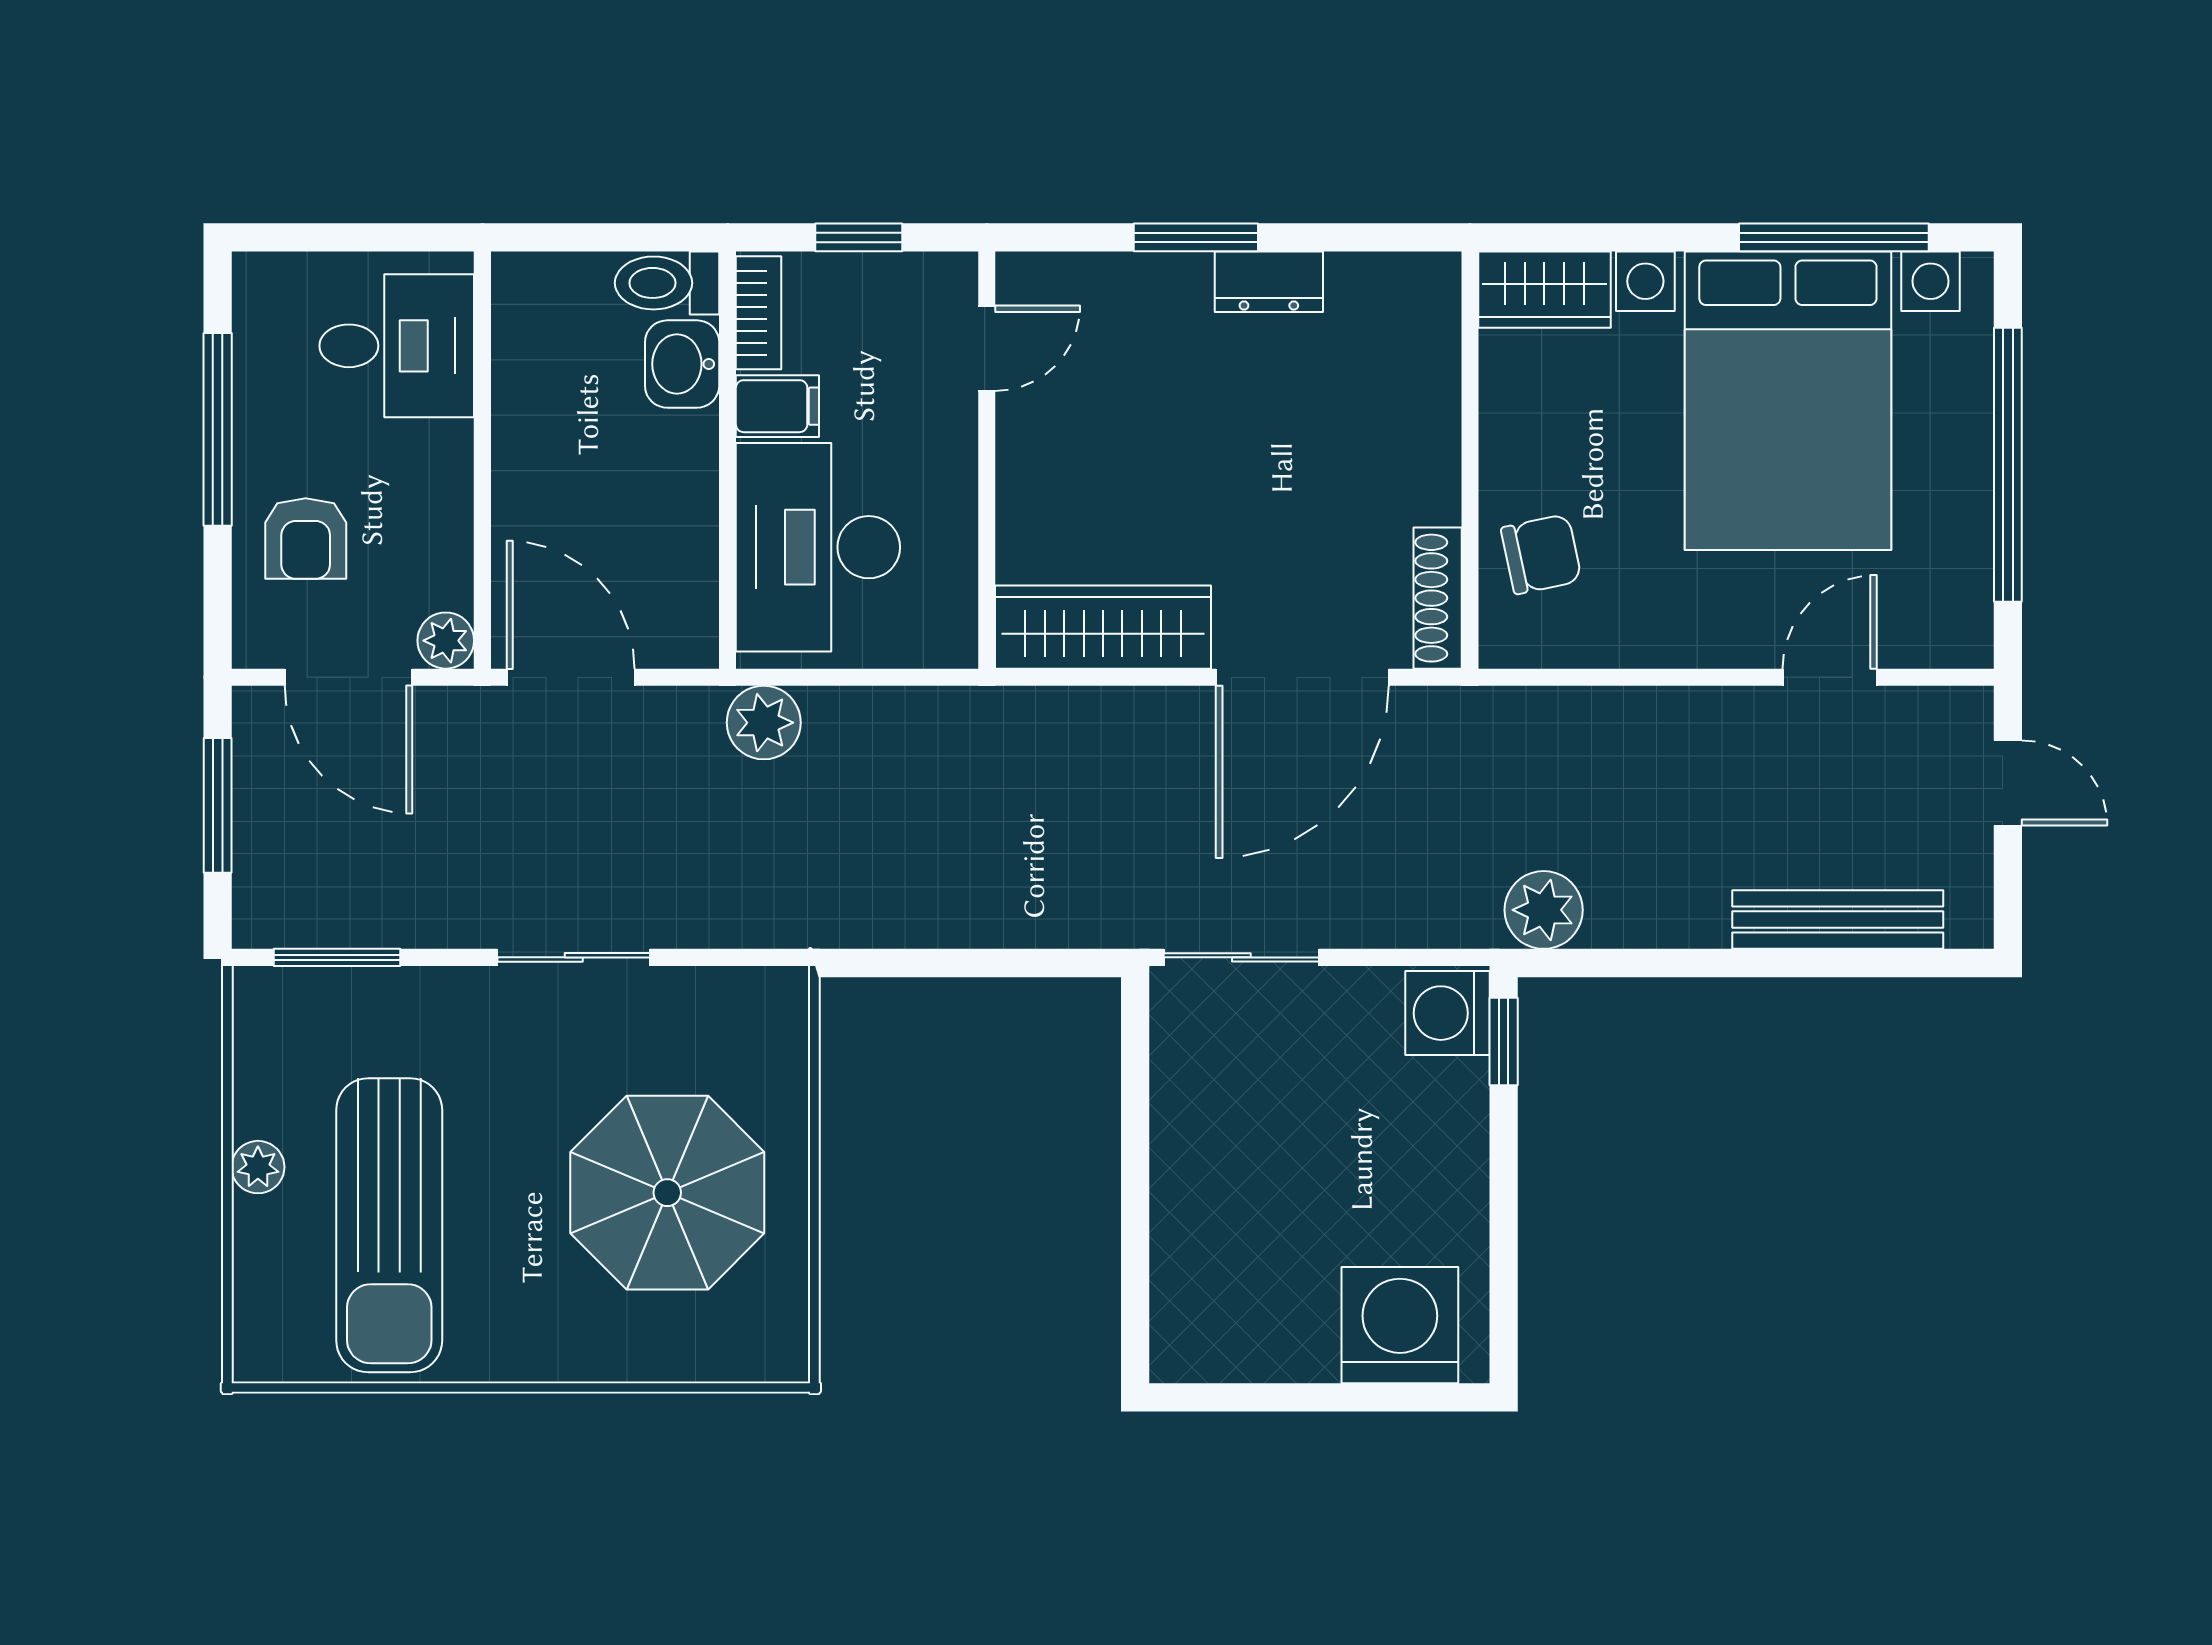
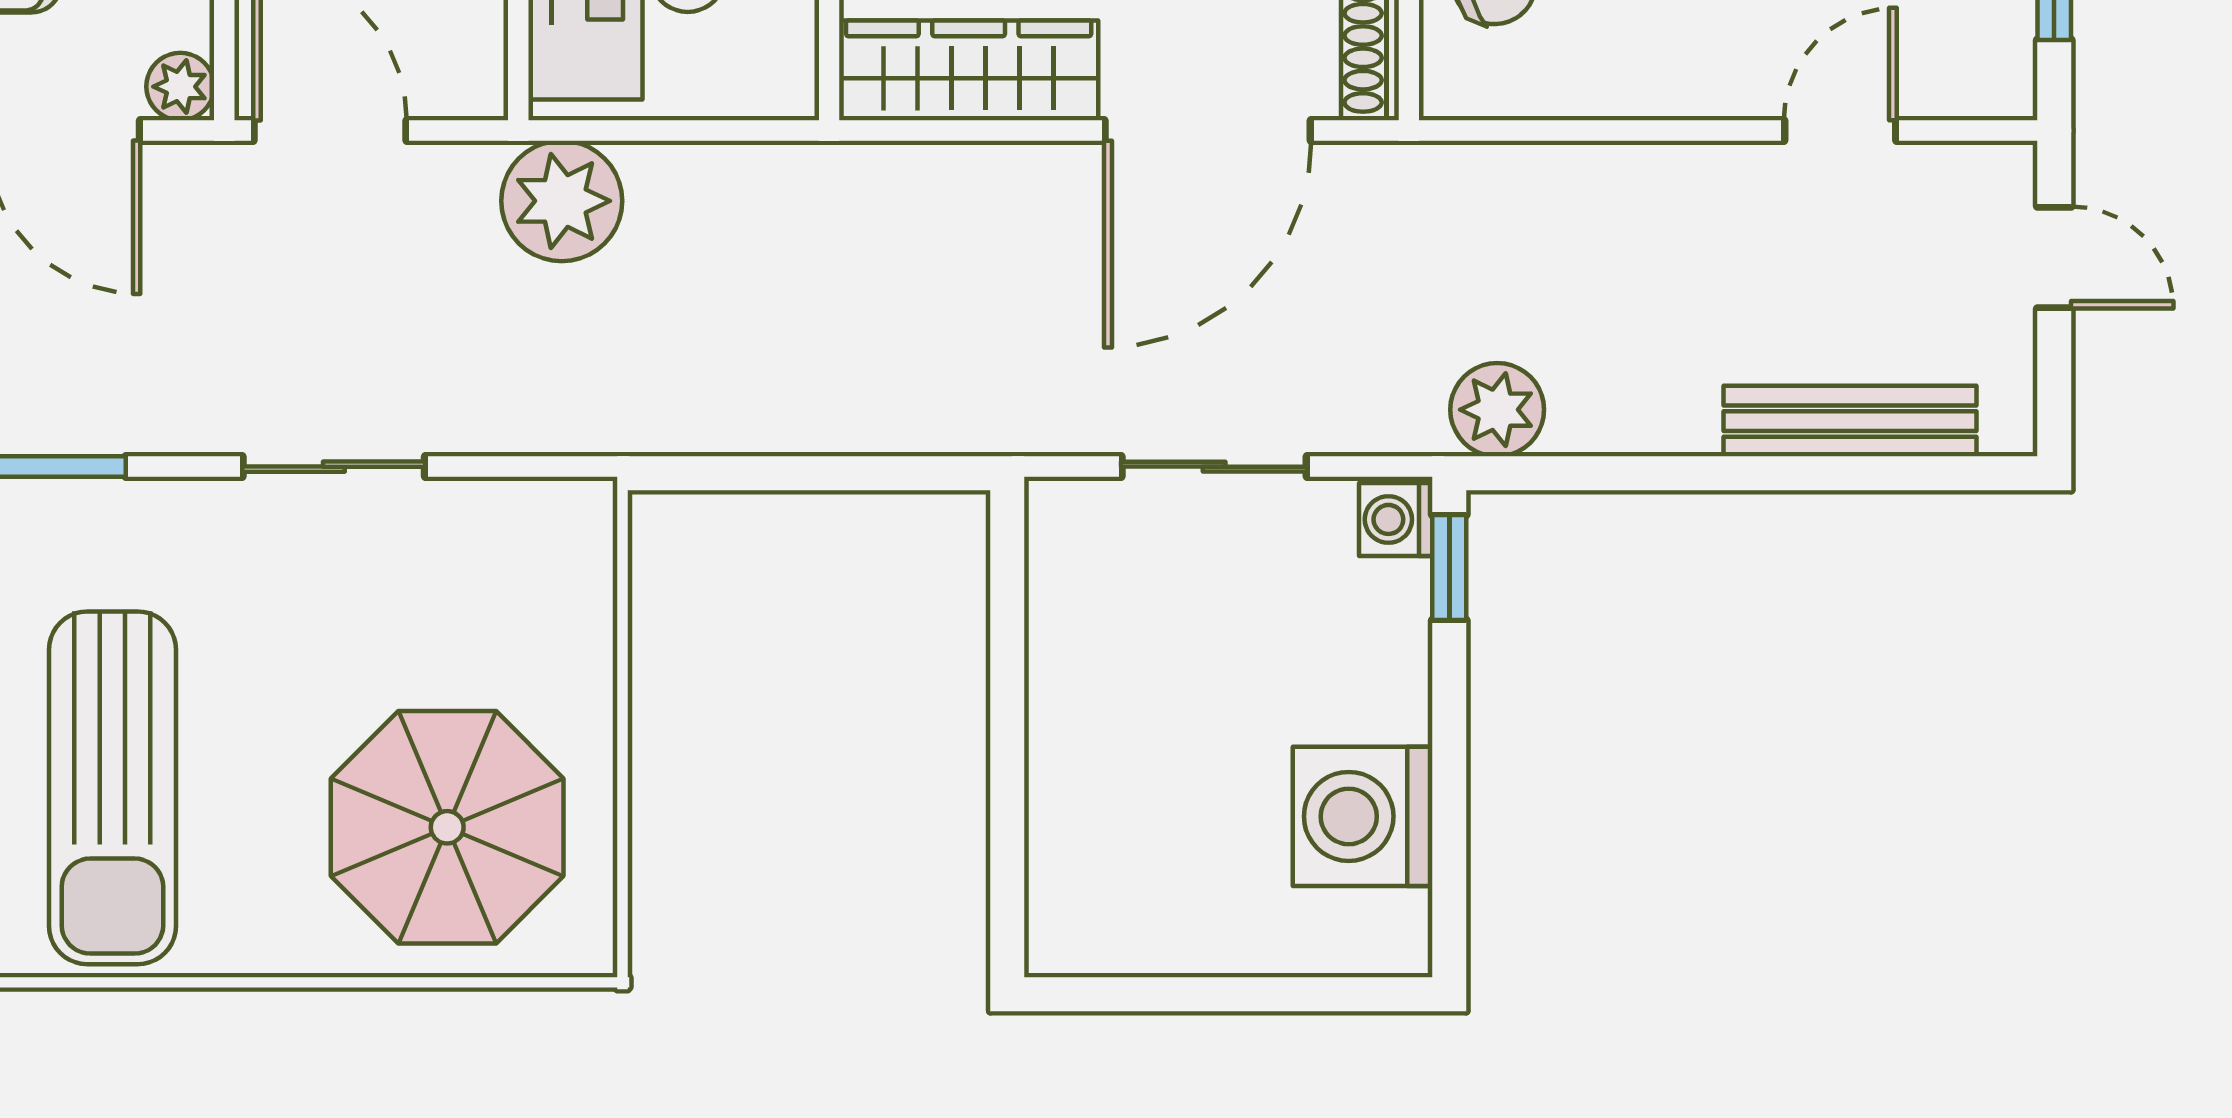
plant: (764, 723) -> (562, 201), width x1.36, depth x1.36
sliding door: (1241, 957) -> (1214, 467), moved
washing machine: (1447, 1013) -> (1396, 519), width x0.73, depth x0.73
parasol: (667, 1193) -> (447, 827), moved
washing machine: (1400, 1325) -> (1363, 816), moved, turned -90

